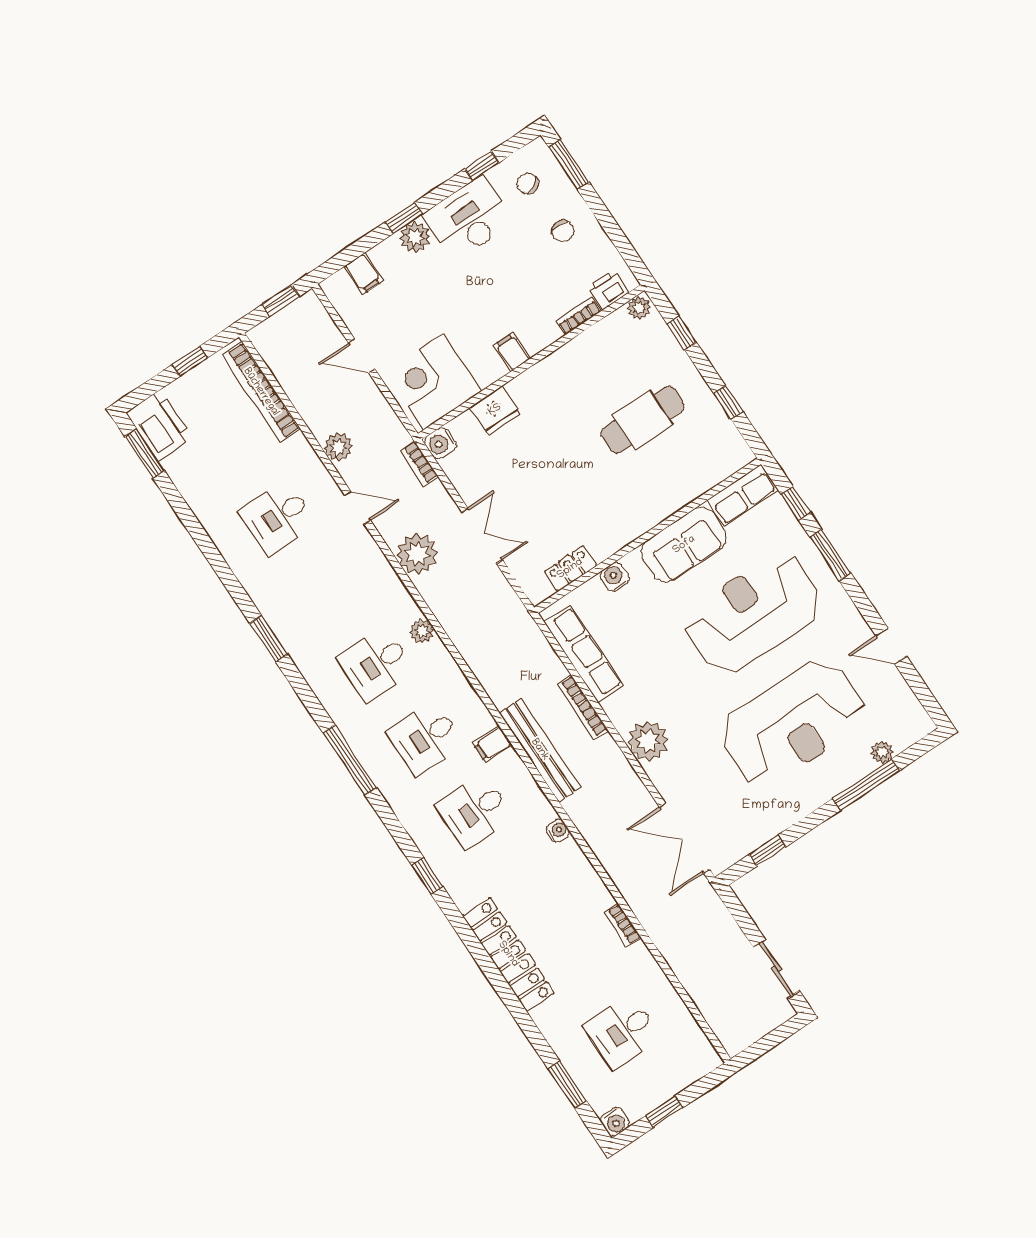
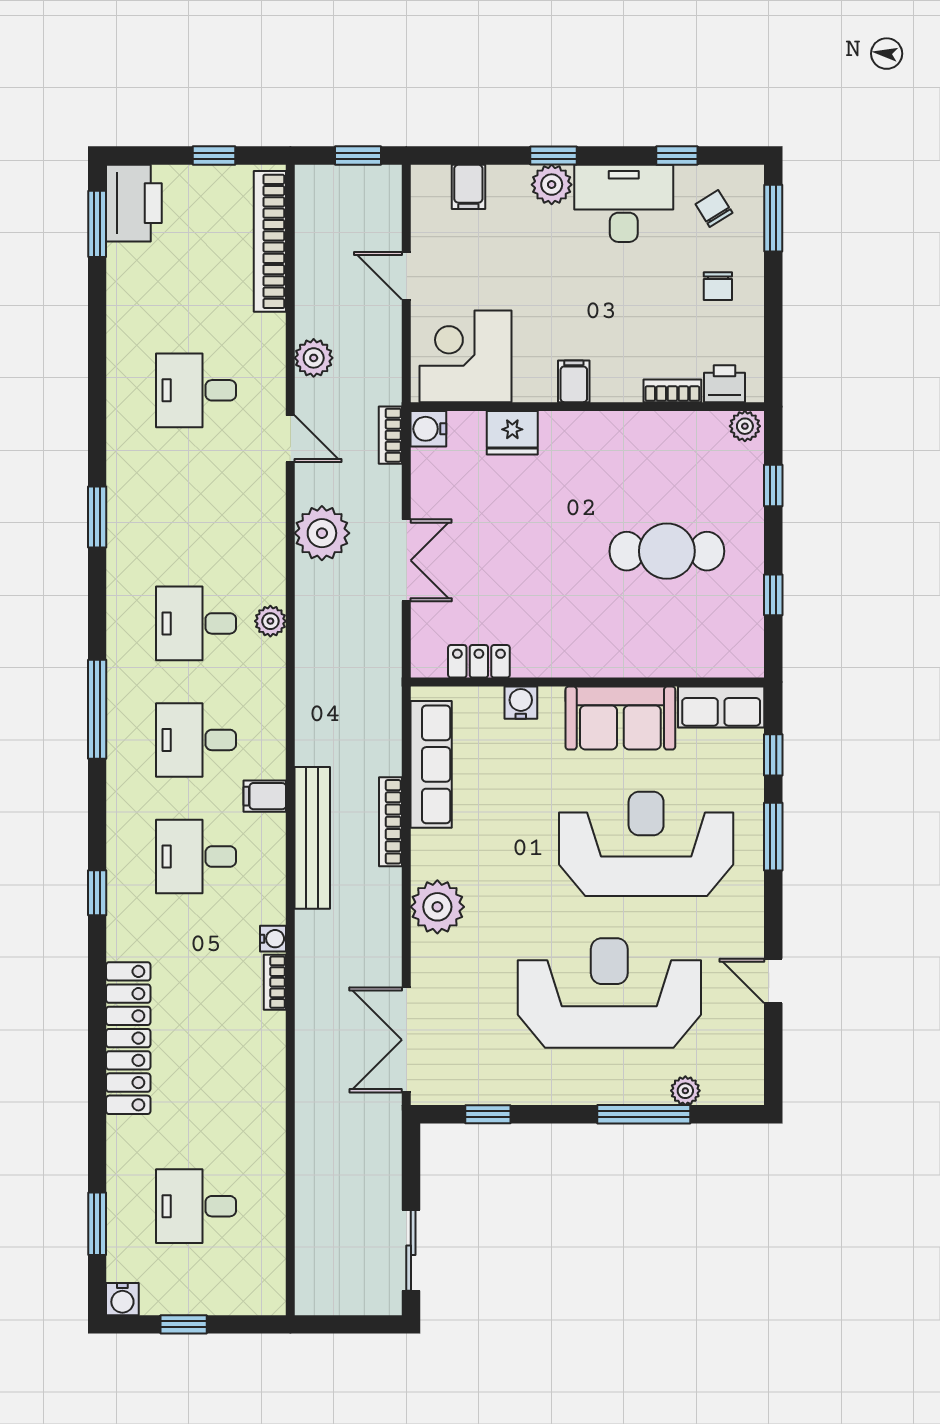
reception desk: (793, 723) -> (609, 993), turned 180
bookcase: (623, 925) -> (275, 982), moved

